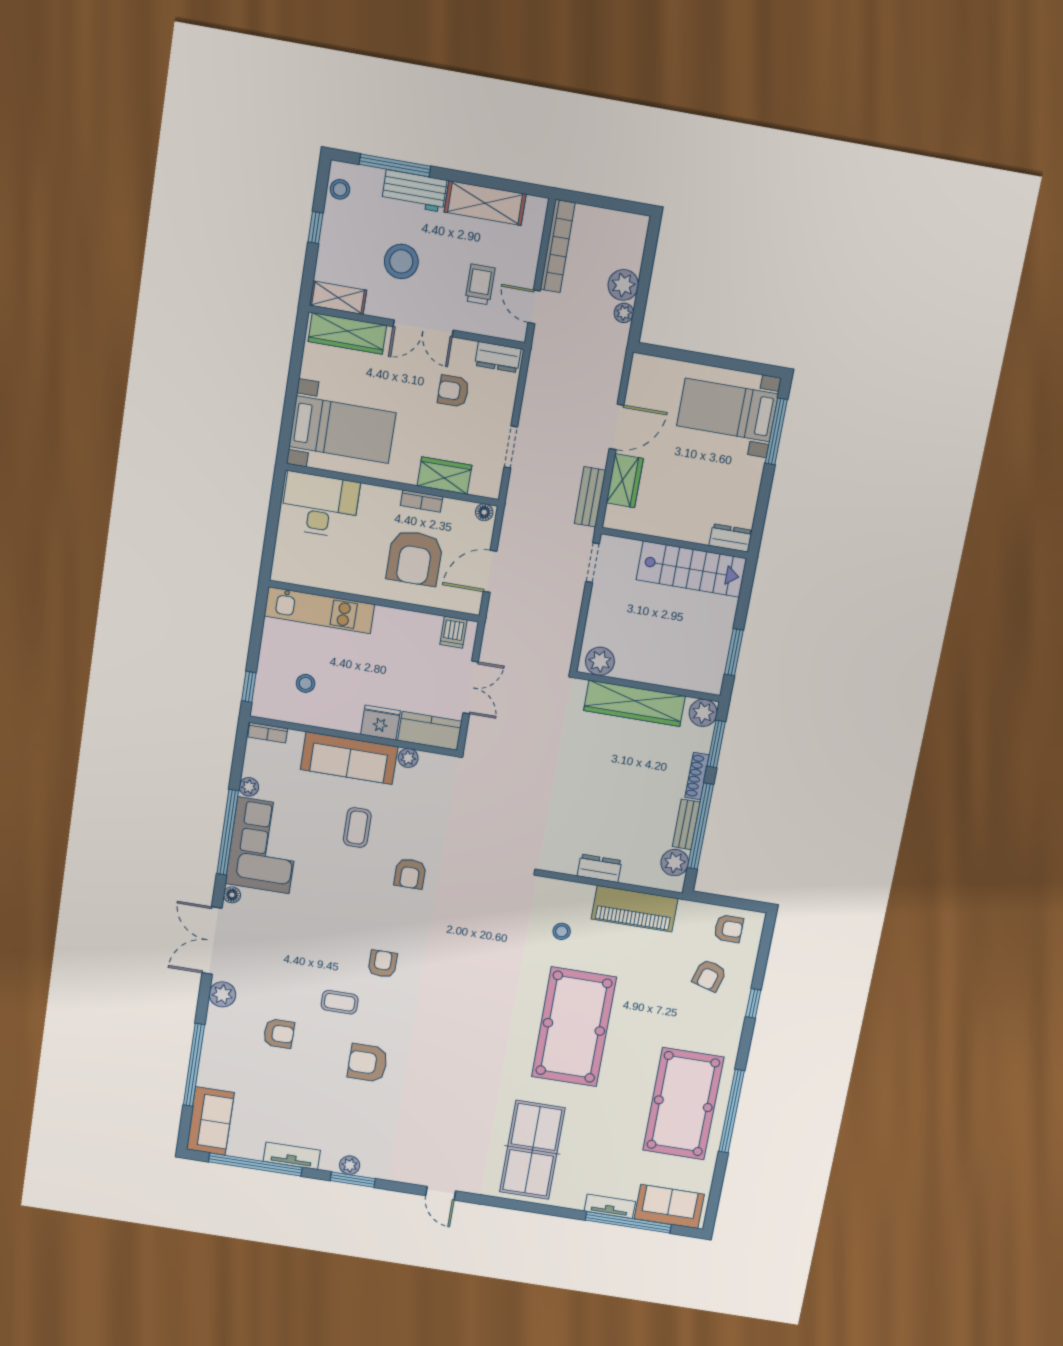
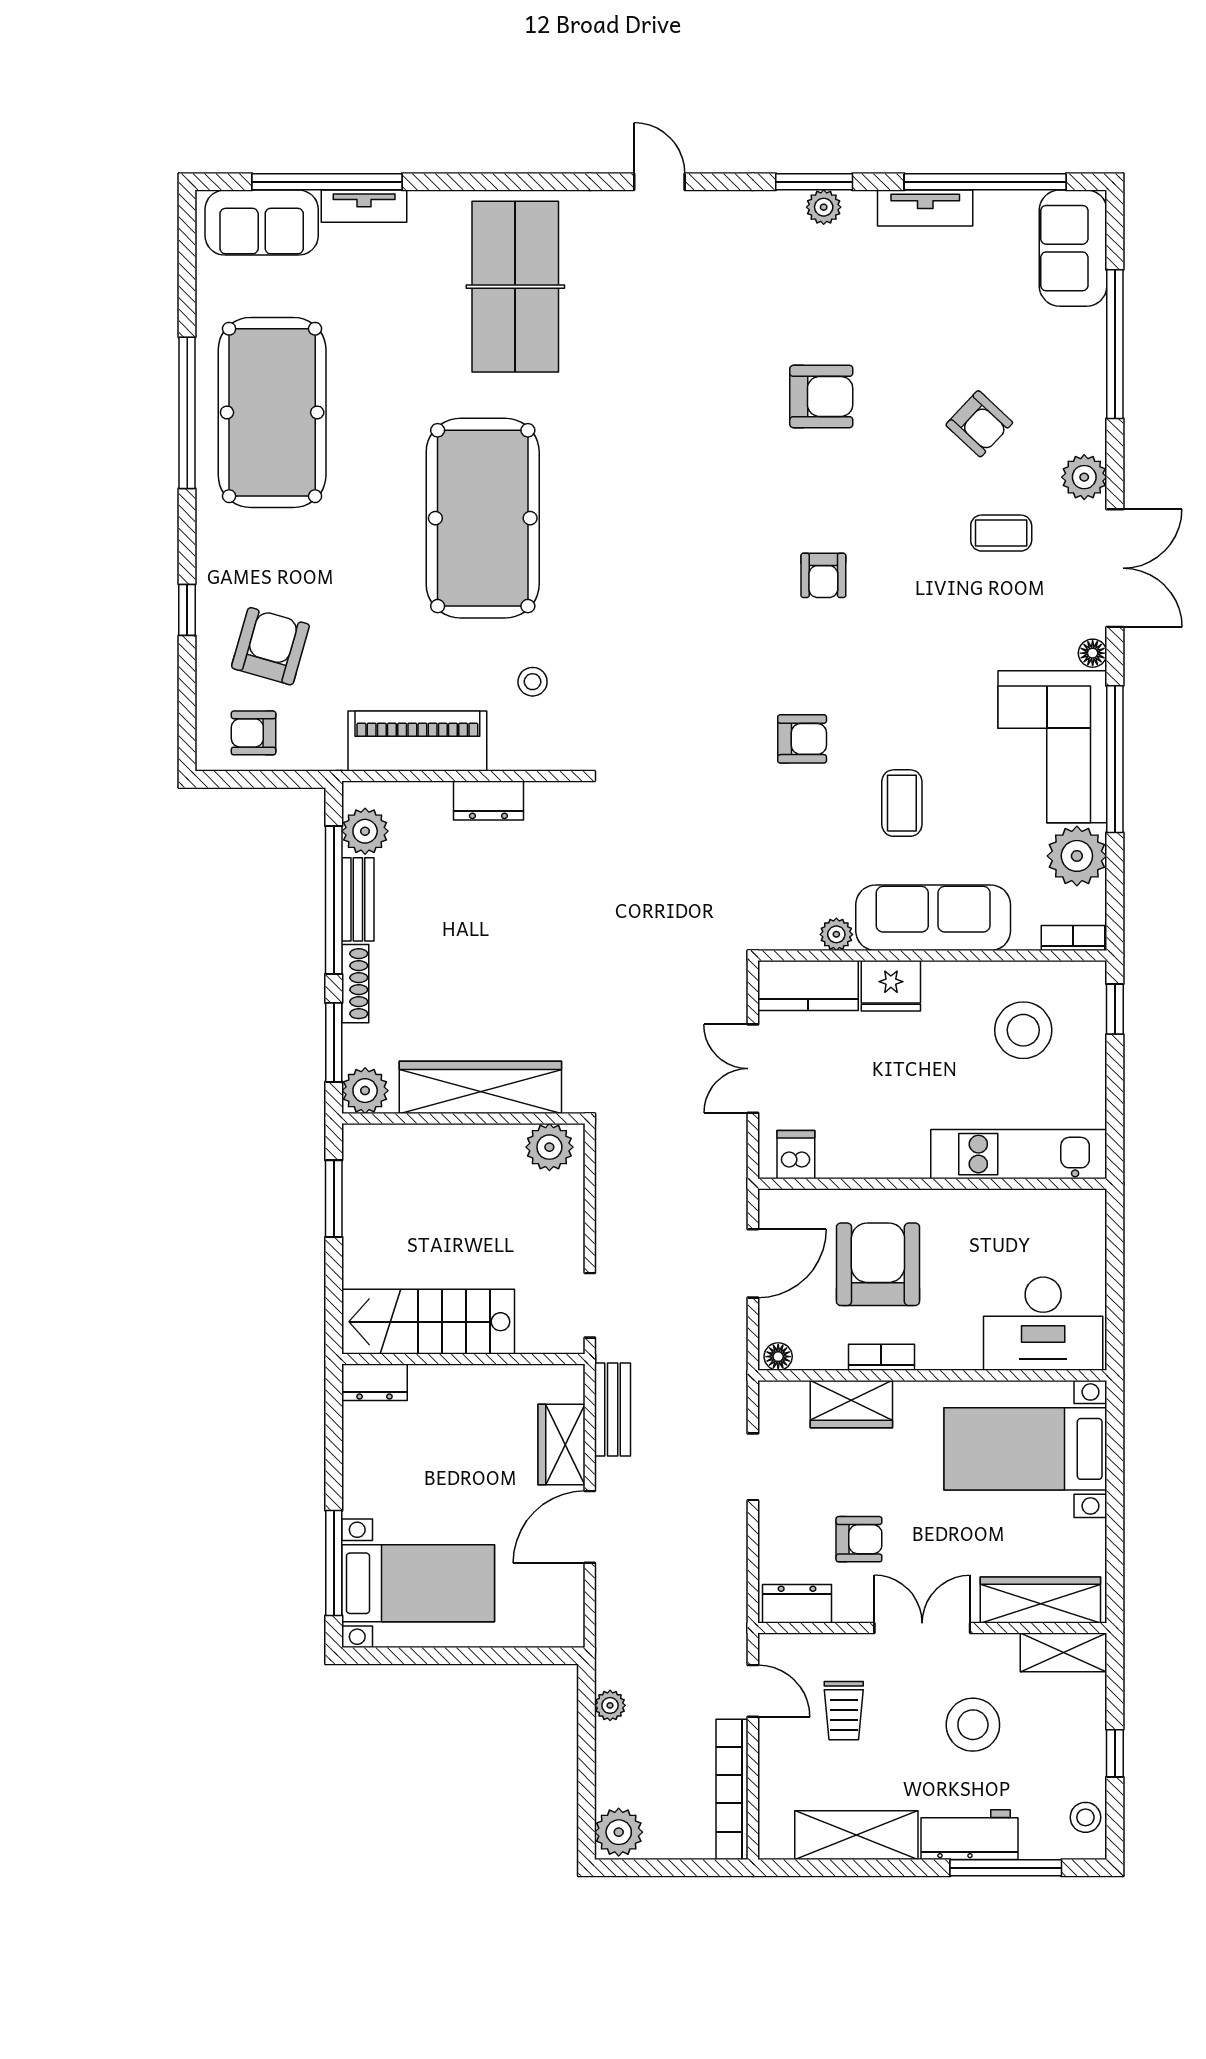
plant: (623, 285) -> (619, 1832), moved
stool: (306, 683) -> (1023, 1030), width x1.89, depth x1.89
plant: (249, 787) -> (1077, 856), width x1.87, depth x1.87
armchair: (410, 874) -> (802, 739), turned 90
armchair: (709, 976) -> (270, 646), width x1.38, depth x1.38
coffee table: (340, 1002) -> (1001, 533), moved
armchair: (279, 1034) -> (979, 424), turned -137

